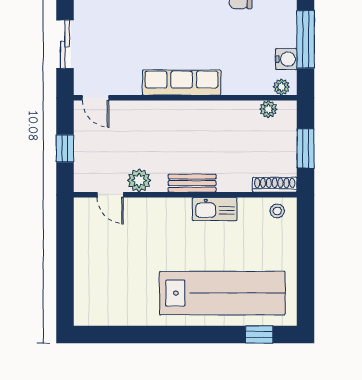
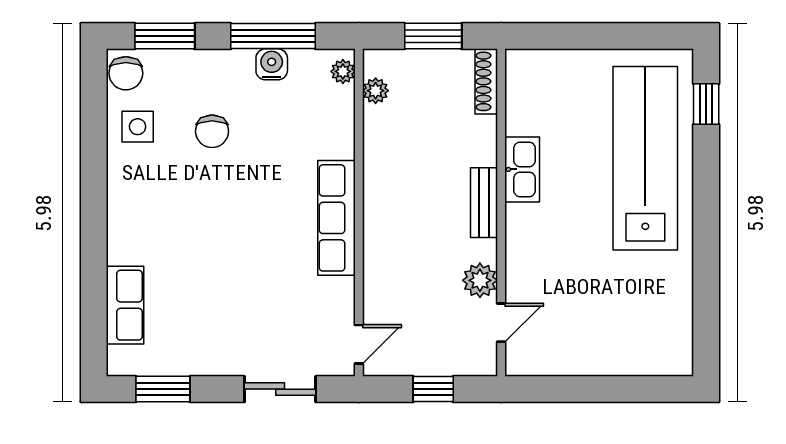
water cooler: (286, 59) -> (272, 64), moved
stool: (277, 211) -> (525, 78), removed

